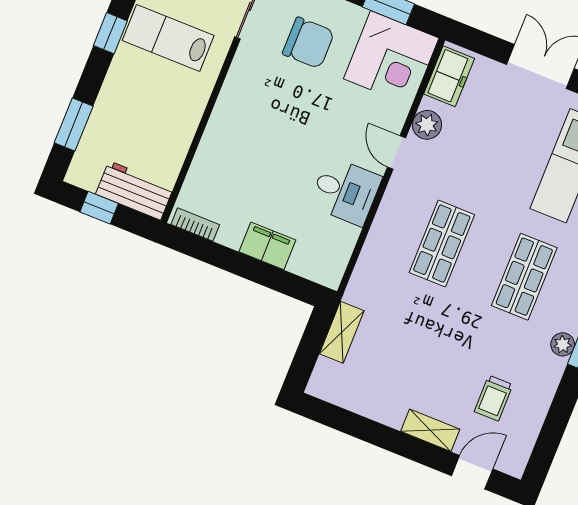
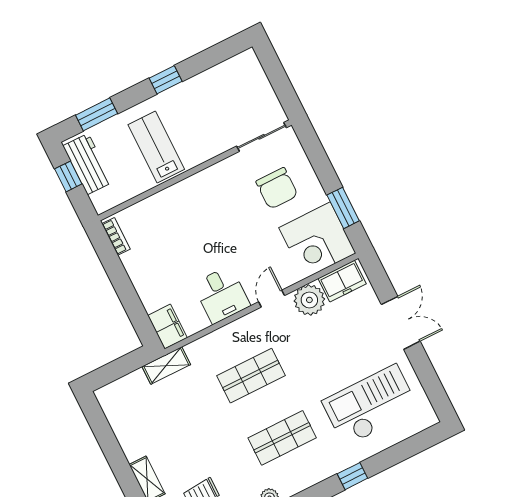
lab bench: (168, 38) -> (156, 147), moved
plant: (427, 125) -> (309, 300), width x1.36, depth x1.36
workbench: (135, 190) -> (88, 164), moved
filing cabinet: (267, 246) -> (167, 327), moved
shelving: (342, 332) -> (166, 366), moved

